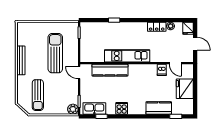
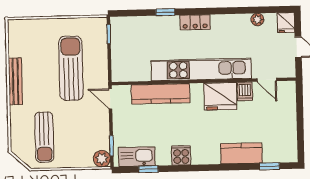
locker: (157, 27) -> (195, 22), moved
kitchen unit: (127, 56) -> (201, 70), width x1.36
fridge: (185, 89) -> (220, 96), moved, turned -90

